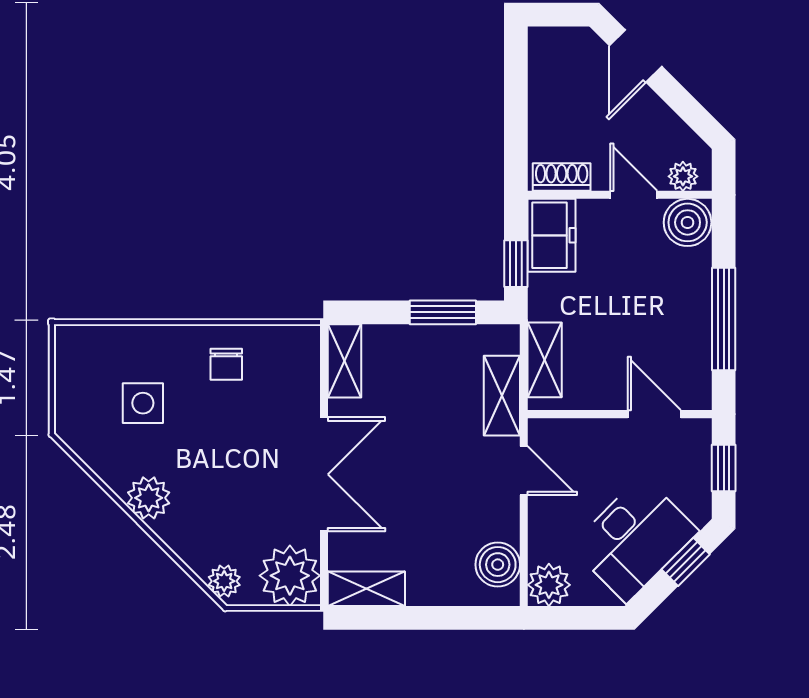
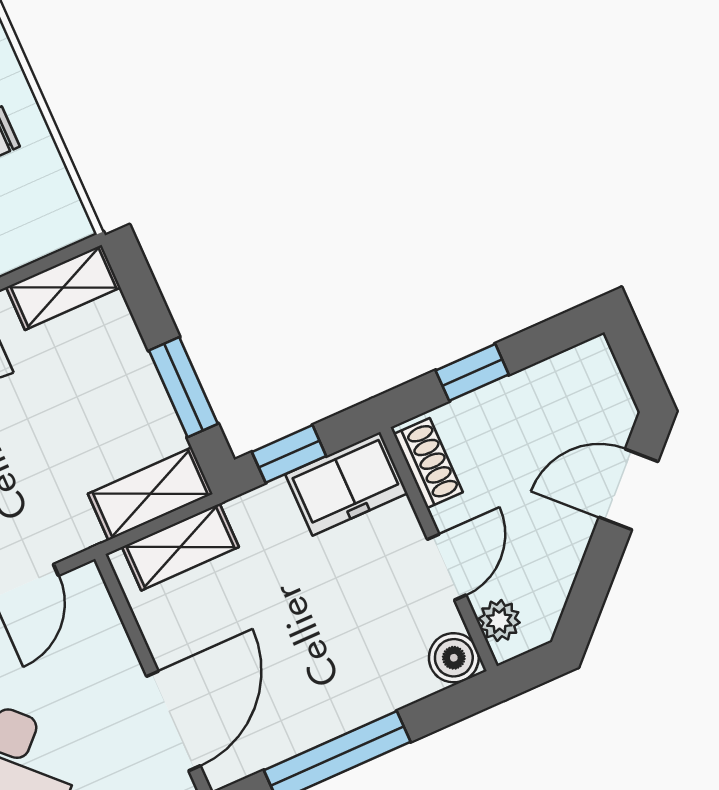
window: (516, 123) -> (472, 372), added
boiler: (688, 222) -> (454, 658), width x0.73, depth x0.73
shelving: (502, 396) -> (150, 494), moved
door: (654, 414) -> (173, 721), width x1.38

